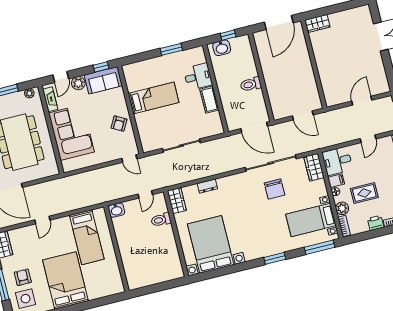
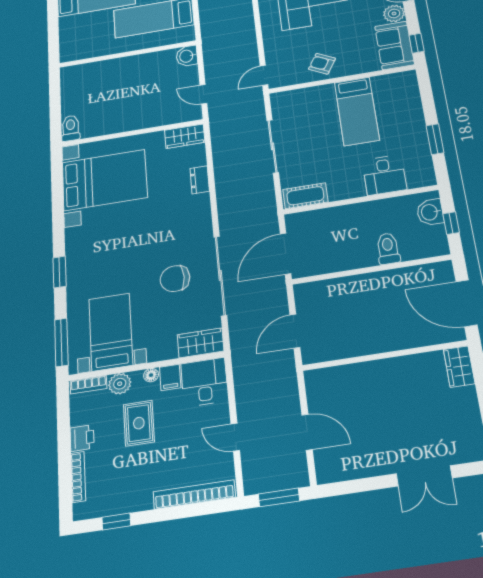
toilet: (251, 84) -> (388, 249), moved
cot: (209, 100) -> (305, 196), moved
toilet: (161, 220) -> (71, 128), moved

